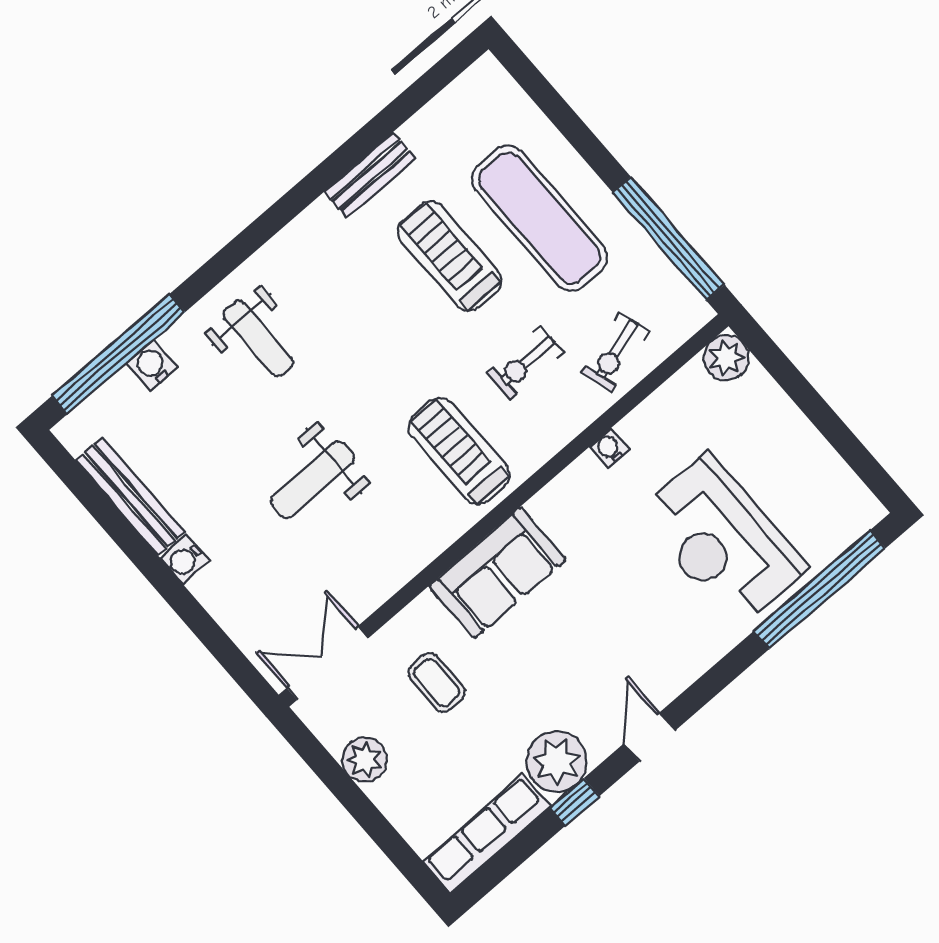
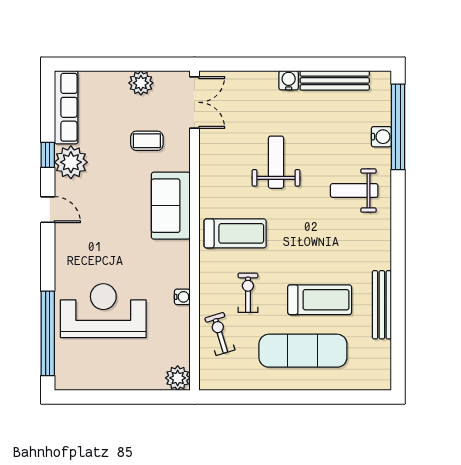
bench: (370, 175) -> (382, 305), width x1.36
window: (669, 239) -> (248, 397), removed

